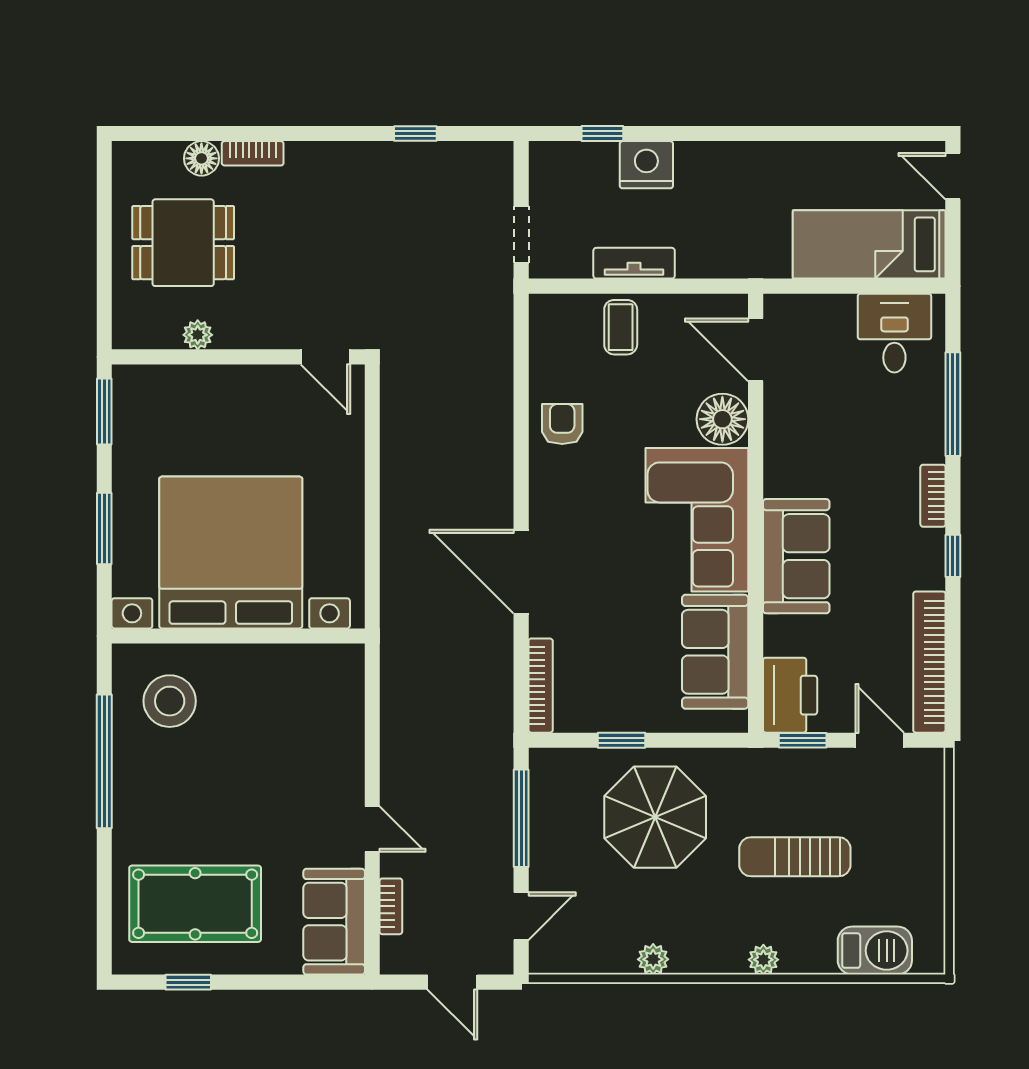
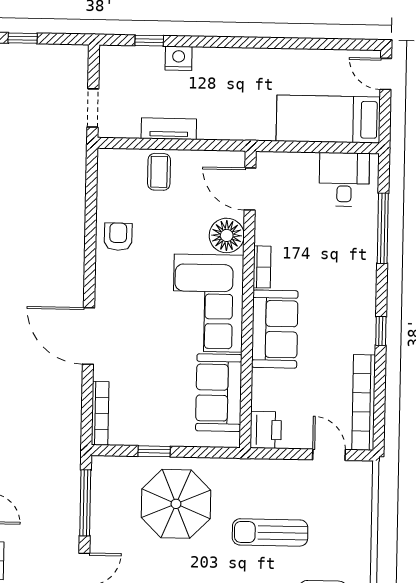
nightstand: (646, 165) -> (179, 58), width x0.74, depth x0.75
bookcase: (933, 496) -> (262, 267), moved, turned 180
printer: (790, 695) -> (266, 430), width x0.73, depth x0.84
window: (803, 740) -> (277, 454), removed

